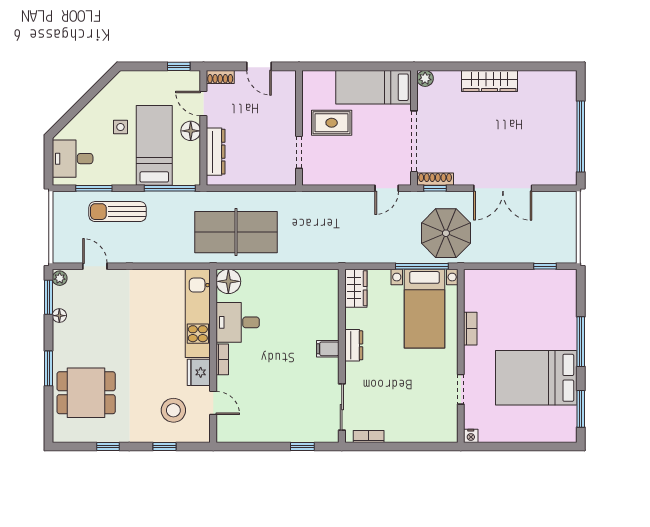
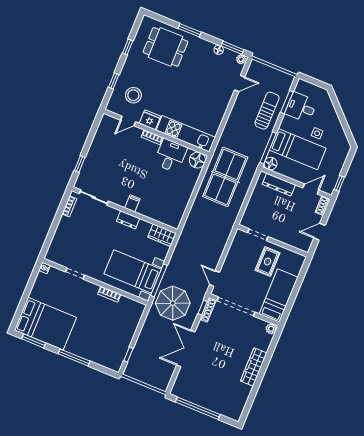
floor lamp: (191, 131) -> (271, 164), moved
desk: (73, 159) -> (301, 107), moved, turned -90
bed: (536, 378) -> (45, 324), moved, turned 90
dining table: (86, 393) -> (166, 47), turned 90

